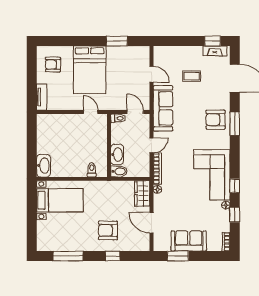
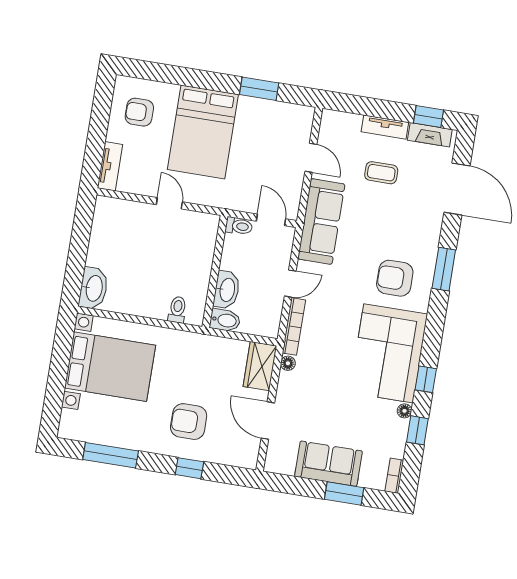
tv unit: (189, 51) -> (385, 127), added
door: (91, 112) -> (169, 203), moved
armchair: (216, 120) -> (395, 278), moved
bed with nightstands: (60, 200) -> (110, 367), width x1.36
window: (178, 256) -> (344, 494), moved

